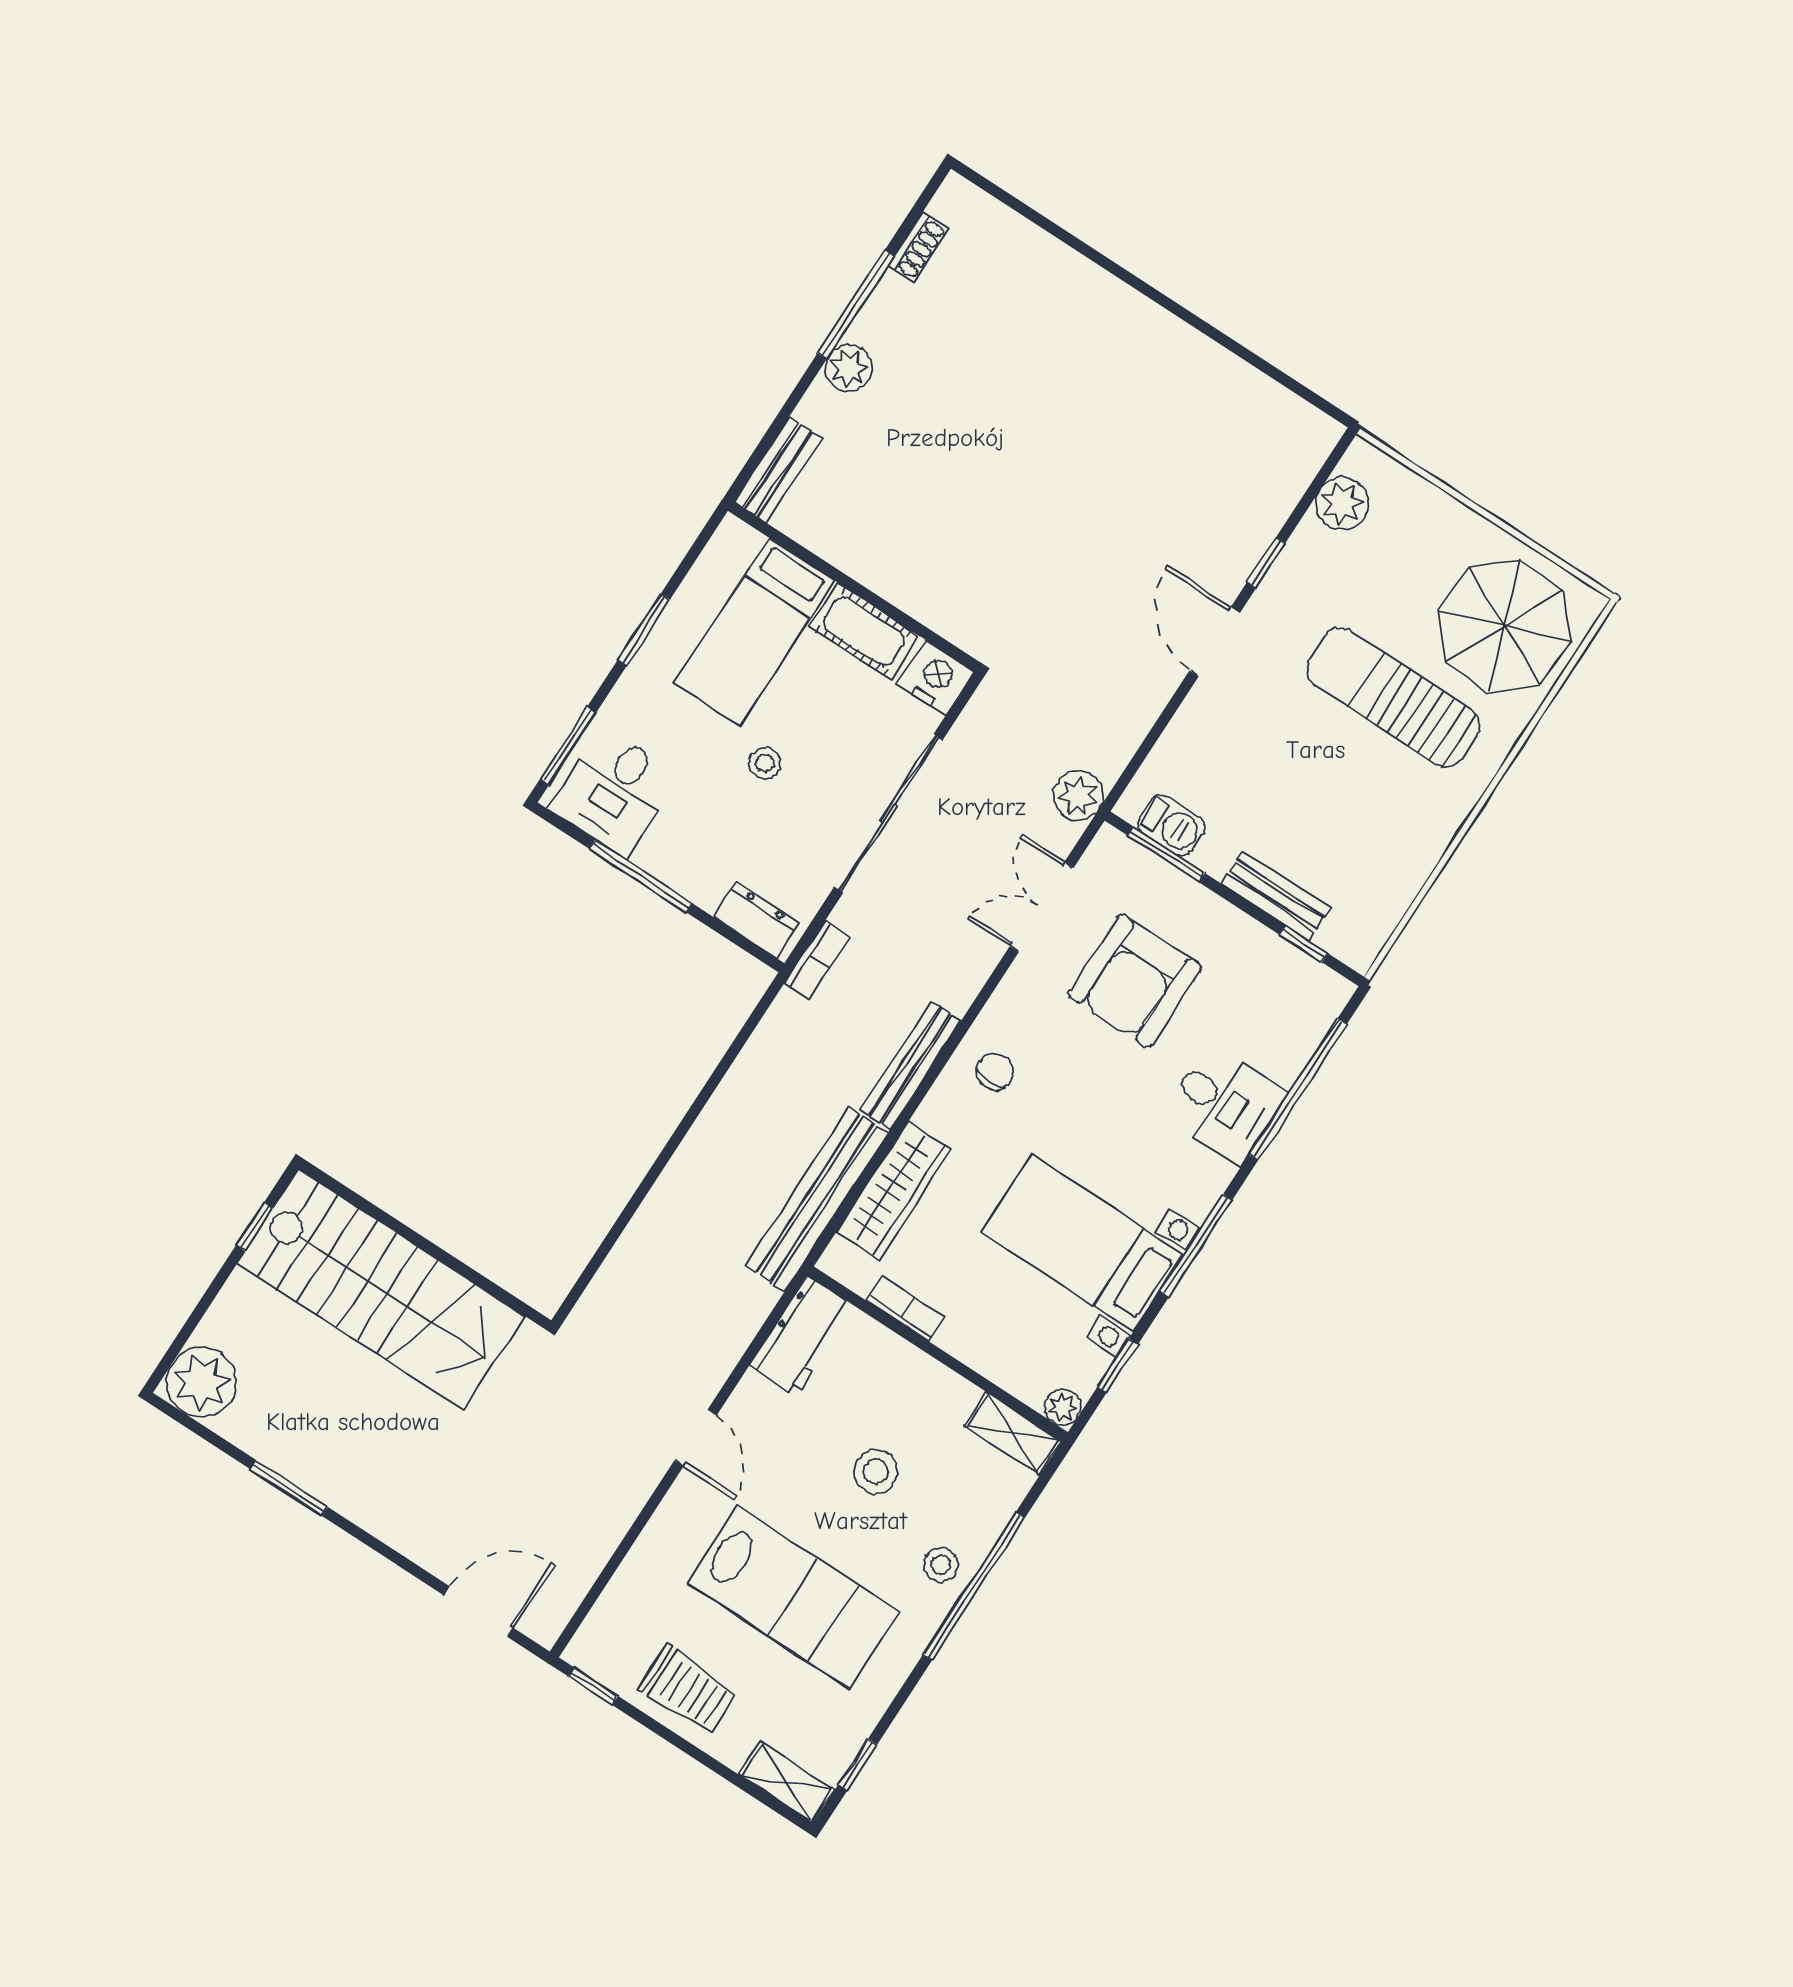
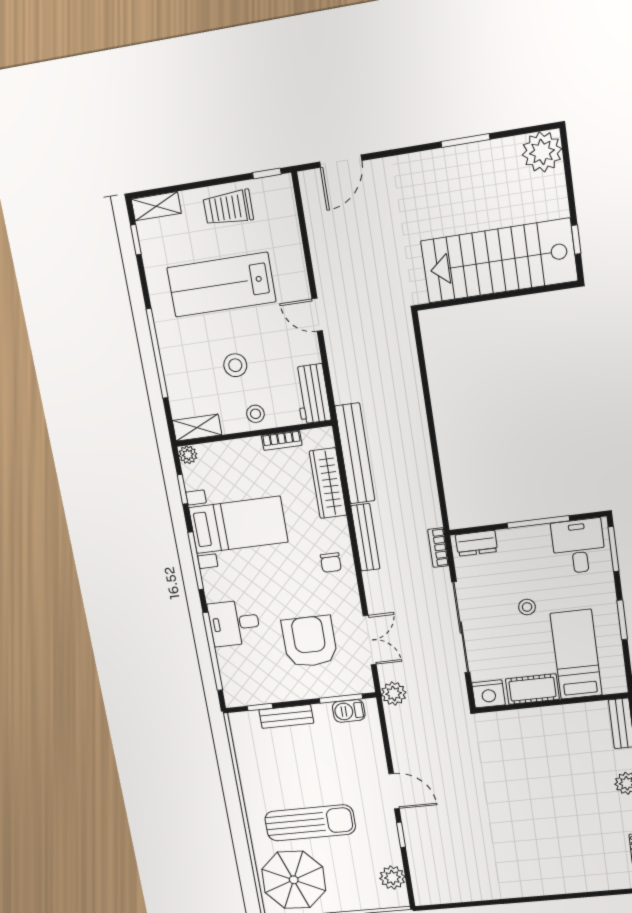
stool: (941, 1565) -> (255, 414), moved

